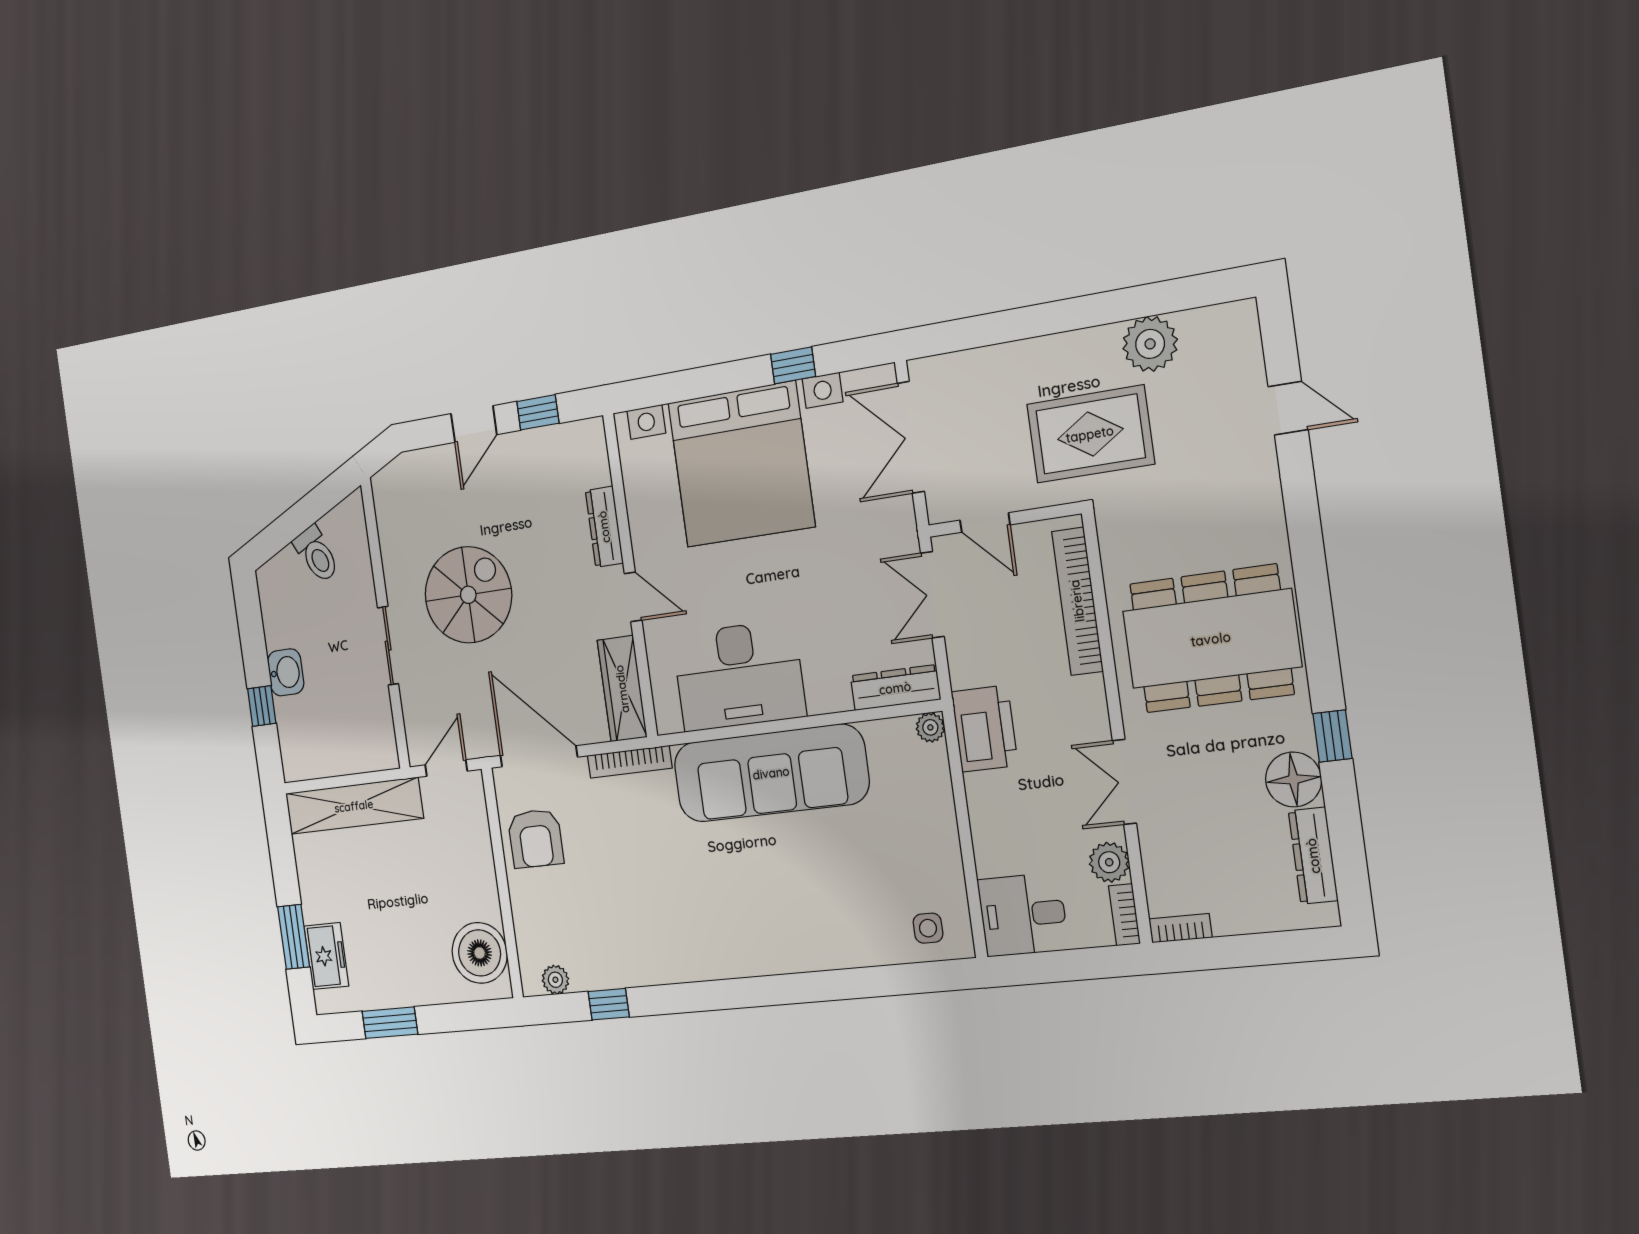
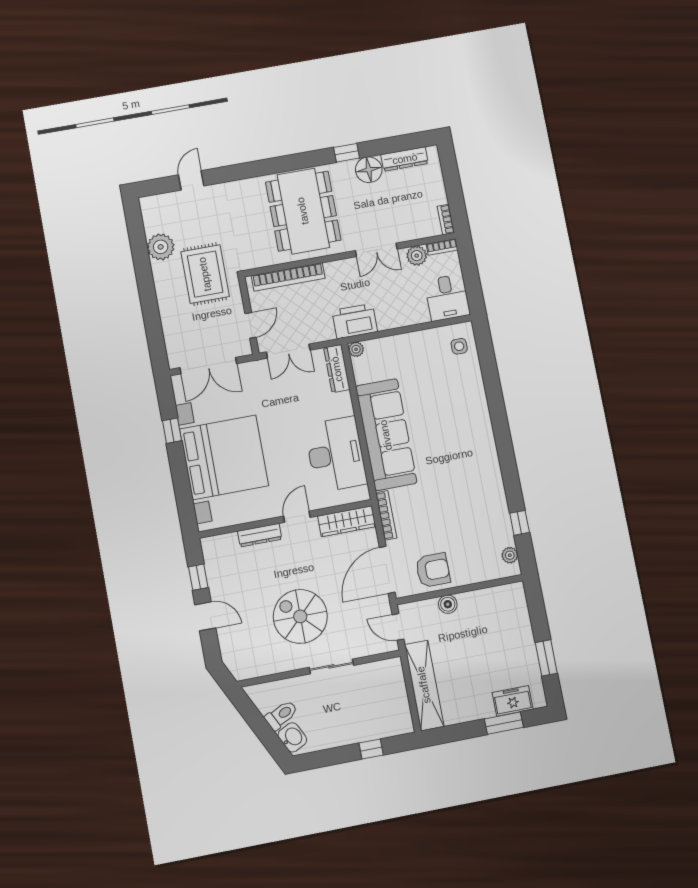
washbasin: (286, 672) -> (292, 737), moved, turned 63
boiler: (480, 953) -> (448, 604), moved, width x0.54, depth x0.54

